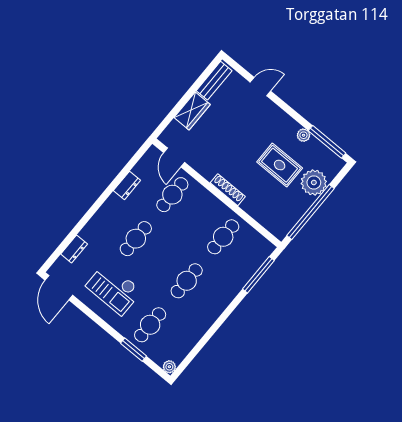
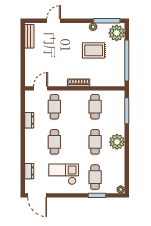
wardrobe: (192, 111) -> (31, 59), removed
door: (174, 157) -> (41, 88), swing flipped
plant: (314, 182) -> (117, 33), moved
checkout: (114, 289) -> (64, 174), turned 180
plant: (214, 303) -> (117, 142), added

